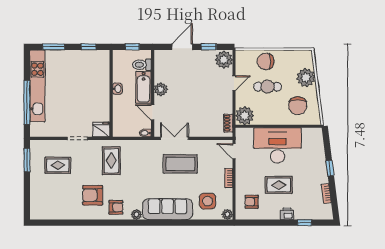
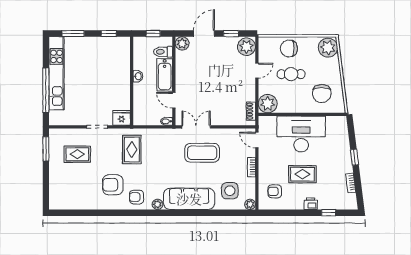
plant: (306, 78) -> (328, 48), moved
plant: (161, 89) -> (182, 43), moved
armchair: (116, 207) -> (137, 197), turned 180

